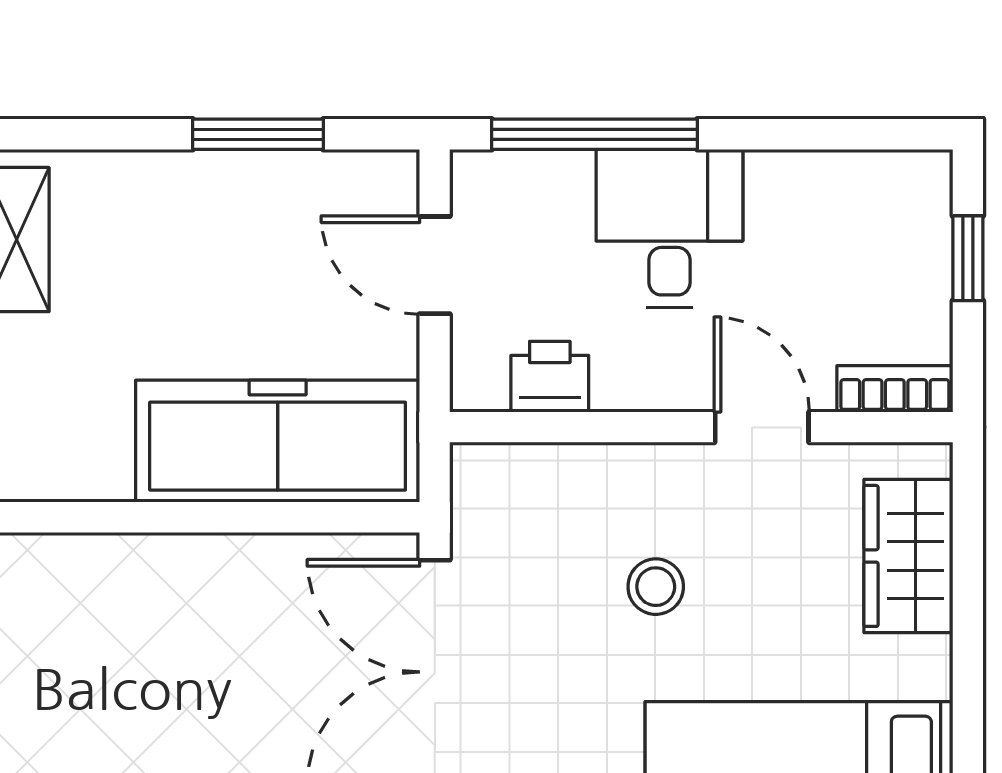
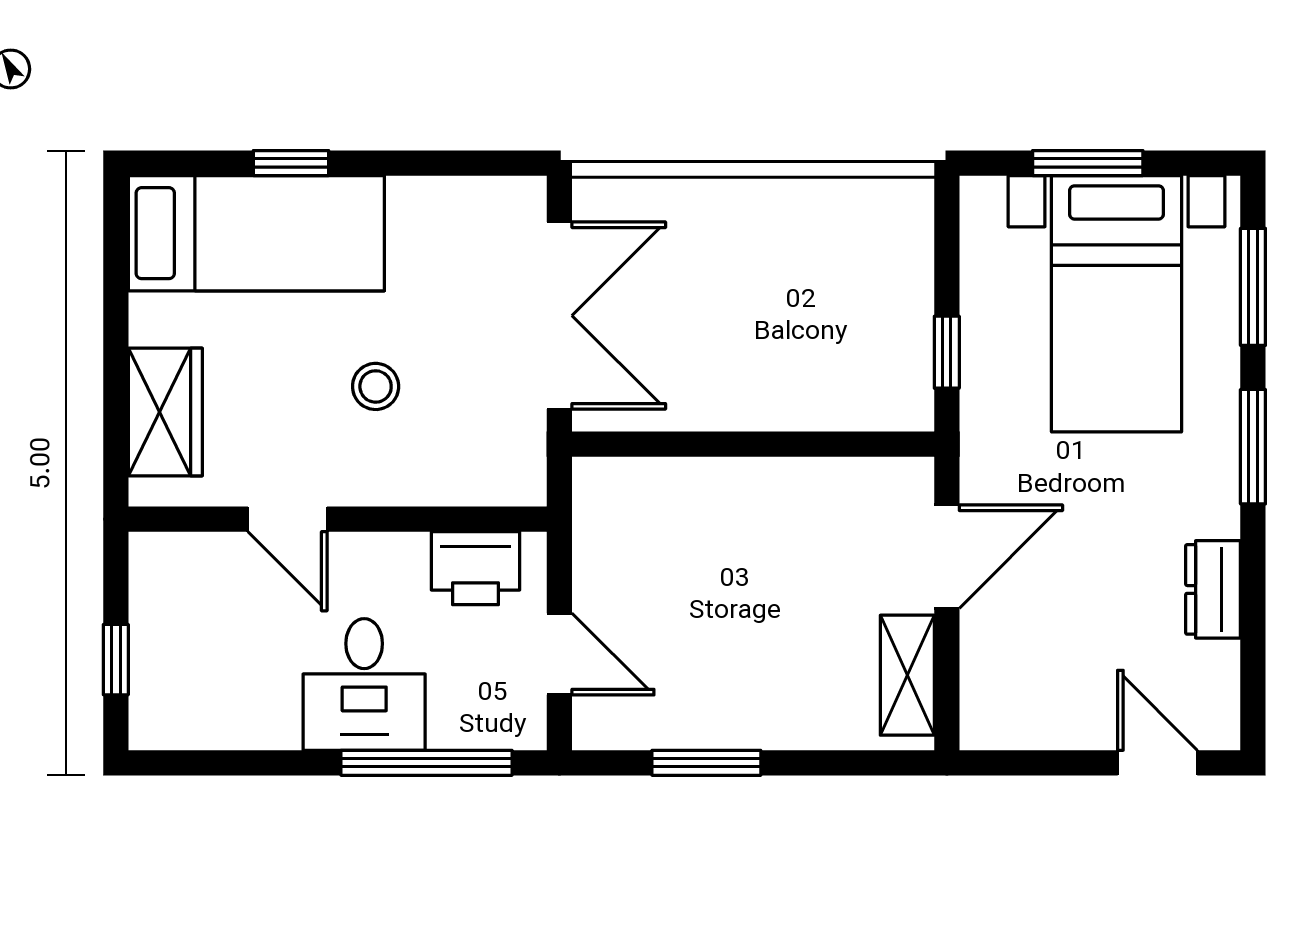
printer: (550, 377) -> (476, 568), width x1.36, depth x1.24
bookcase: (895, 389) -> (177, 551), removed
freezer: (278, 441) -> (690, 507), removed

